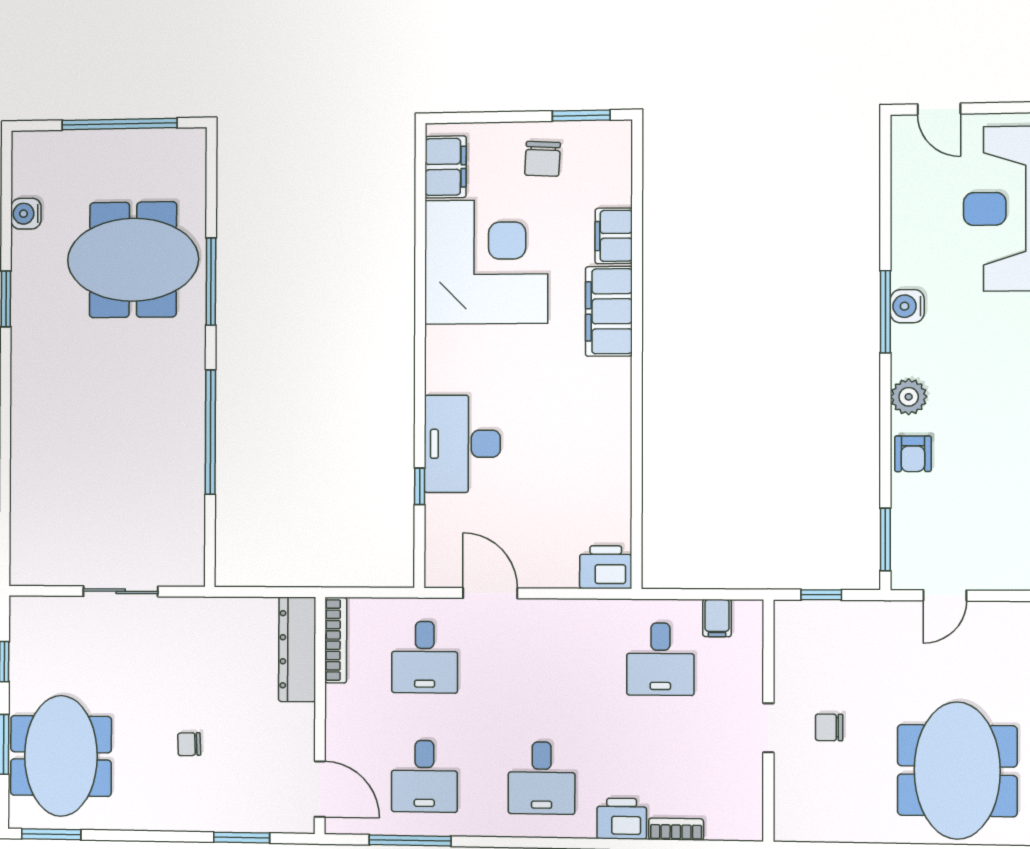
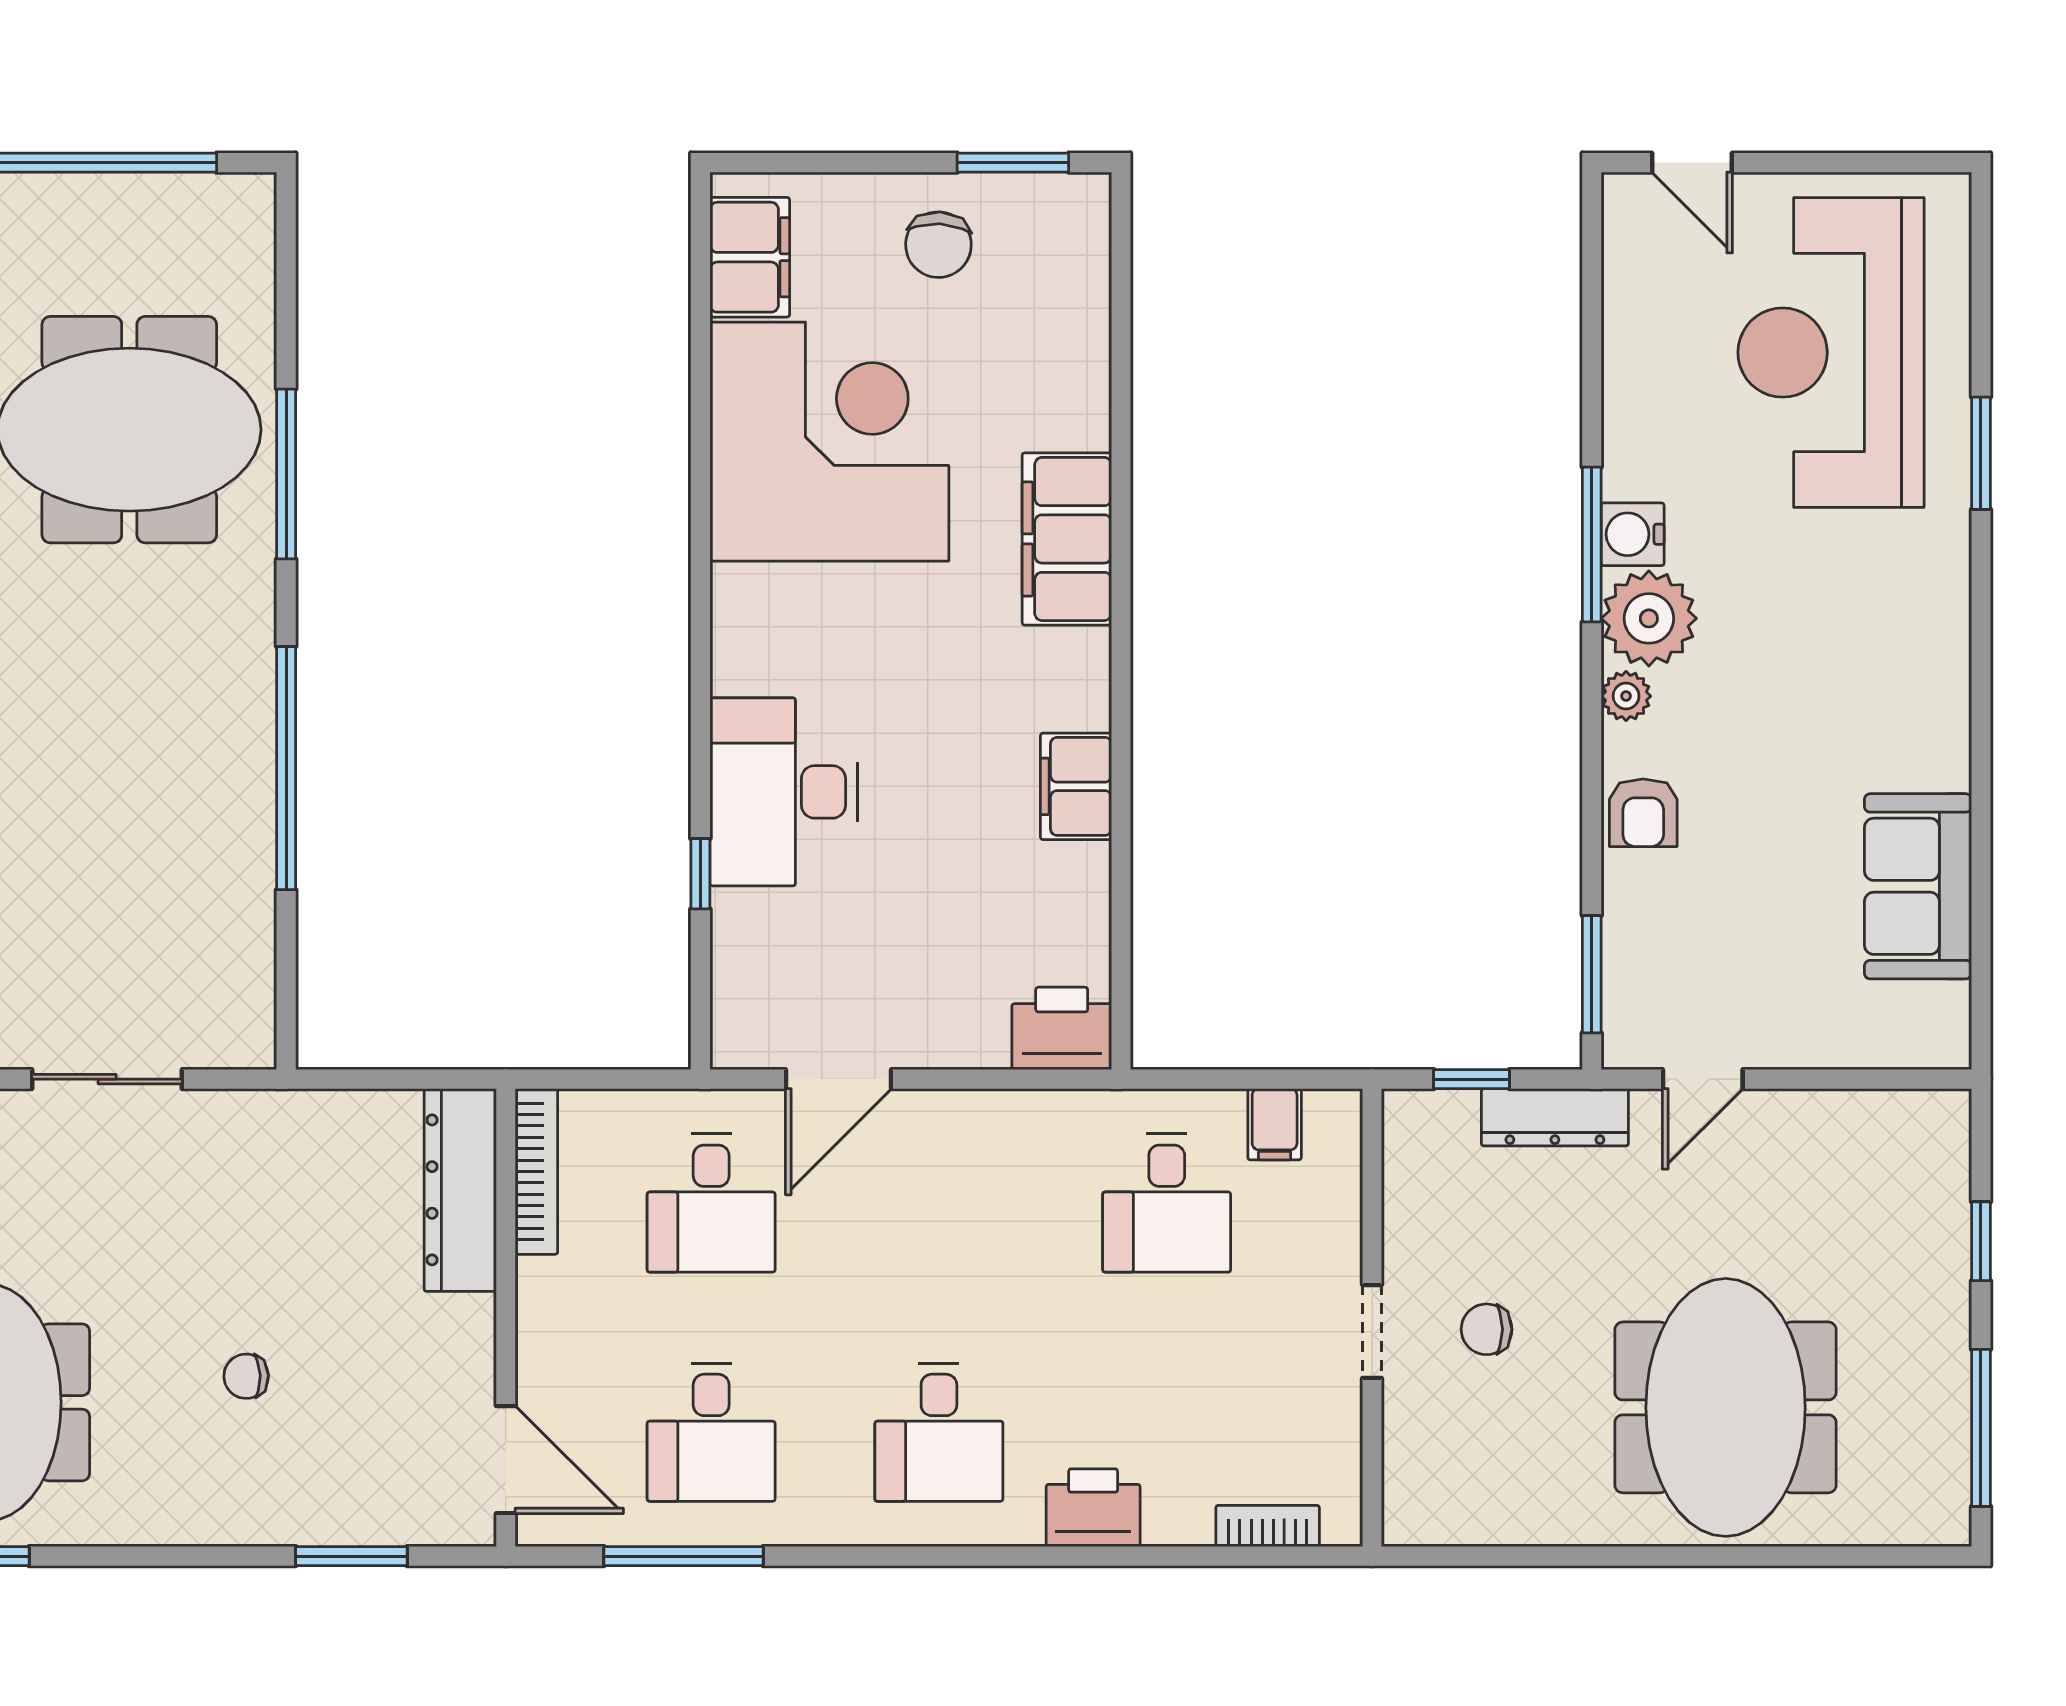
filing cabinet: (614, 236) -> (1076, 786), moved
plant: (916, 351) -> (1649, 618), added
plant: (909, 397) -> (1626, 696), width x0.73, depth x0.73
door: (490, 593) -> (839, 1079), swing flipped
dresser: (866, 615) -> (1555, 1117), added
bookcase: (676, 829) -> (1268, 1526), moved

